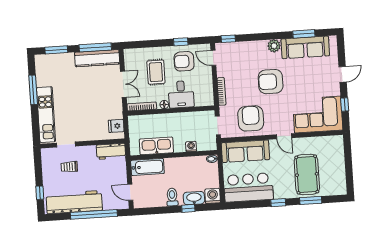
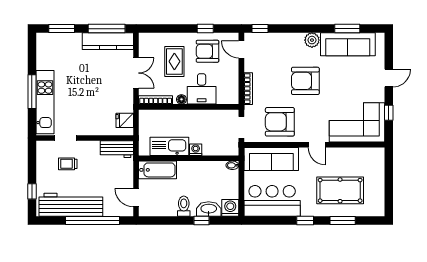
window: (33, 90) -> (32, 92), moved
armchair: (251, 118) -> (280, 122), turned -90
washing machine: (191, 147) -> (196, 150), moved
pool table: (307, 175) -> (340, 190), turned 90

